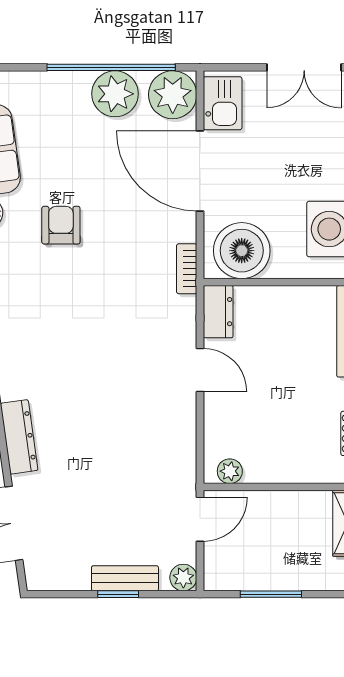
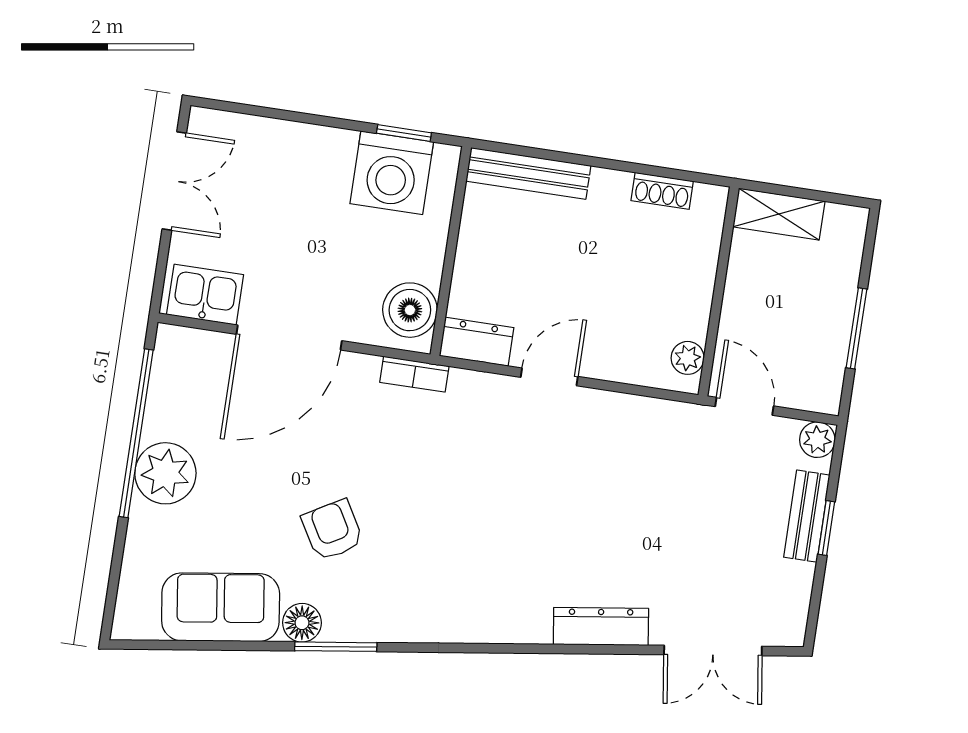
plant: (115, 94) -> (165, 473), moved
plant: (173, 95) -> (184, 358), removed
armchair: (61, 225) -> (332, 530), turned 60
boiler: (242, 251) -> (410, 310), width x0.73, depth x0.73

